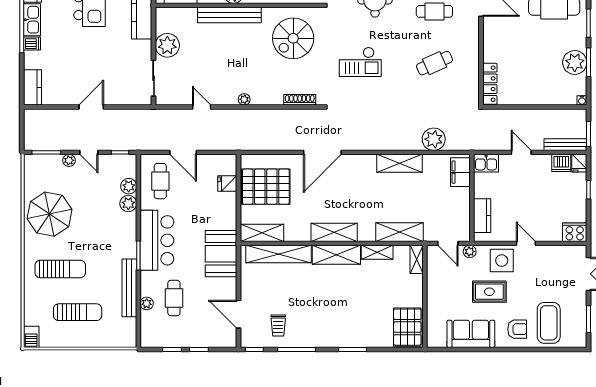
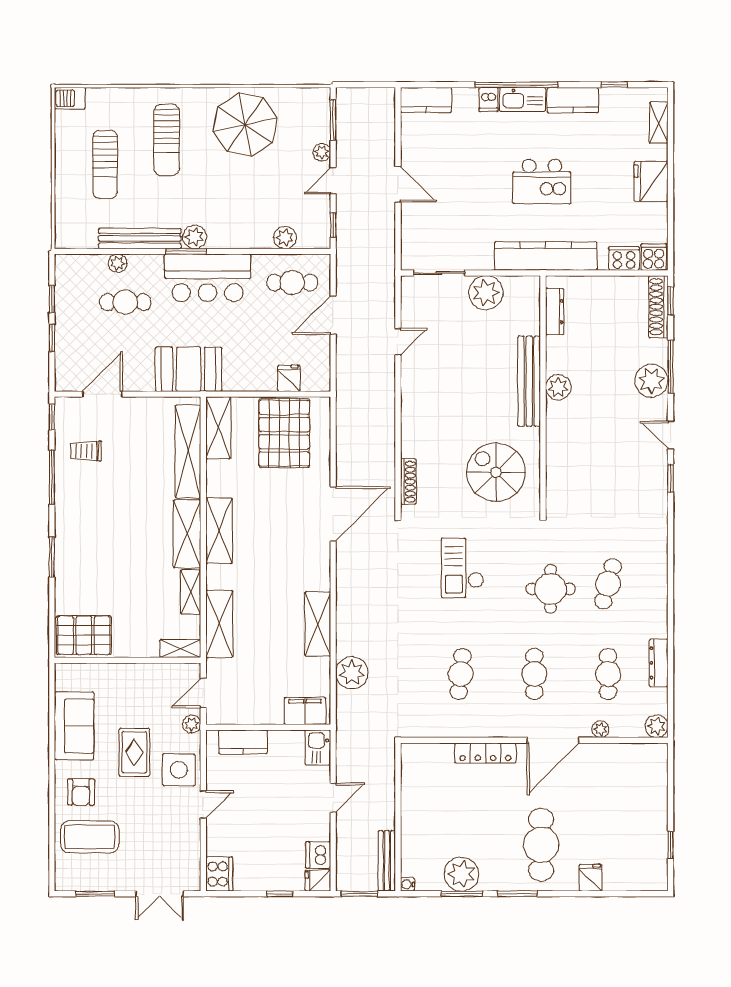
cafe table: (434, 63) -> (461, 674), turned 30
locker: (490, 84) -> (485, 753), moved
plant: (244, 99) -> (409, 402), removed
bench: (565, 145) -> (387, 861), moved
door: (322, 152) -> (333, 514), swing flipped
plant: (128, 204) -> (195, 237), moved

